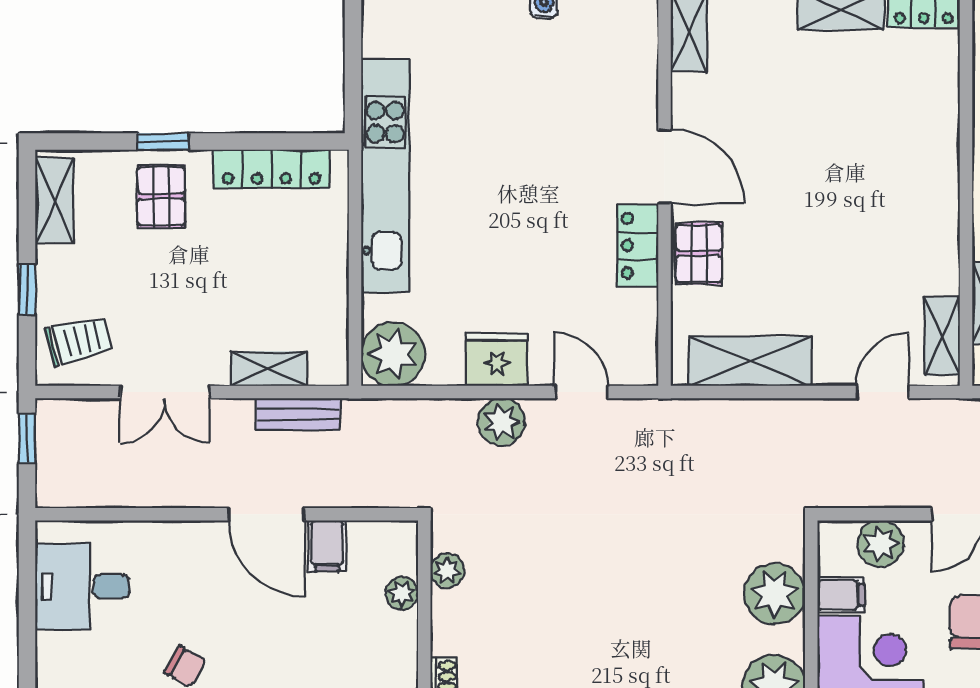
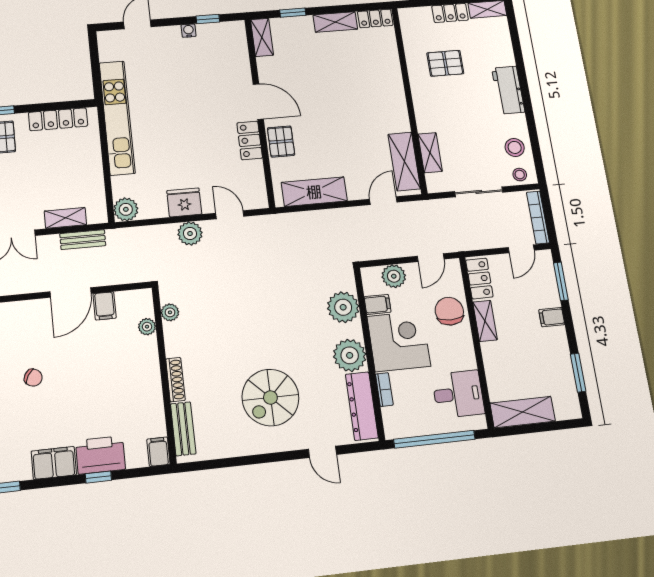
shelving: (942, 336) -> (404, 161), width x1.50, depth x1.33
plant: (393, 354) -> (126, 209), width x0.73, depth x0.73
door: (266, 514) -> (71, 293), hinge flipped

